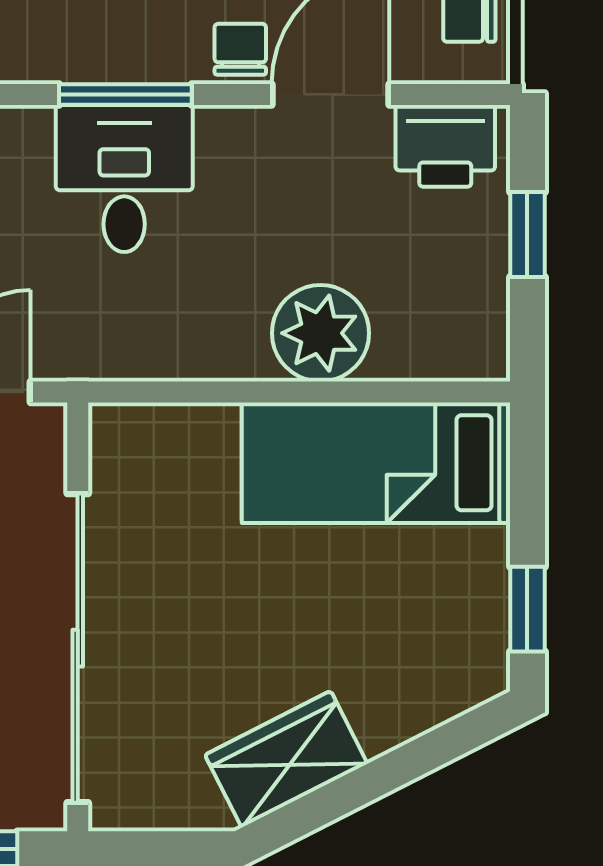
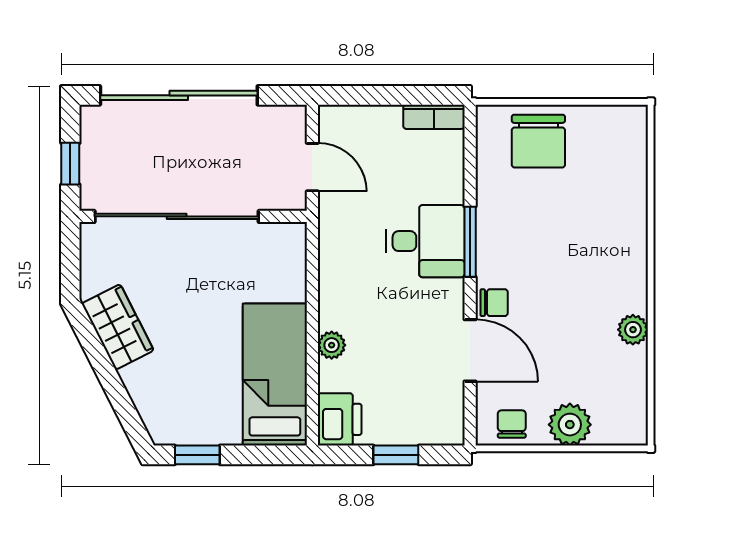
printer: (445, 146) -> (340, 419), moved, turned 180
plant: (320, 333) -> (332, 345), width x0.53, depth x0.53

